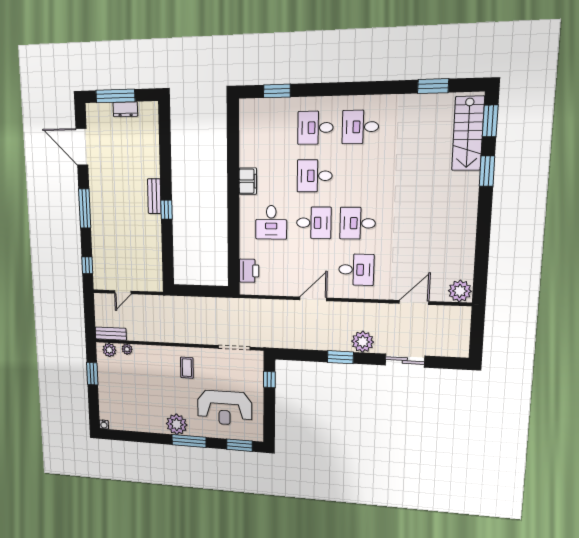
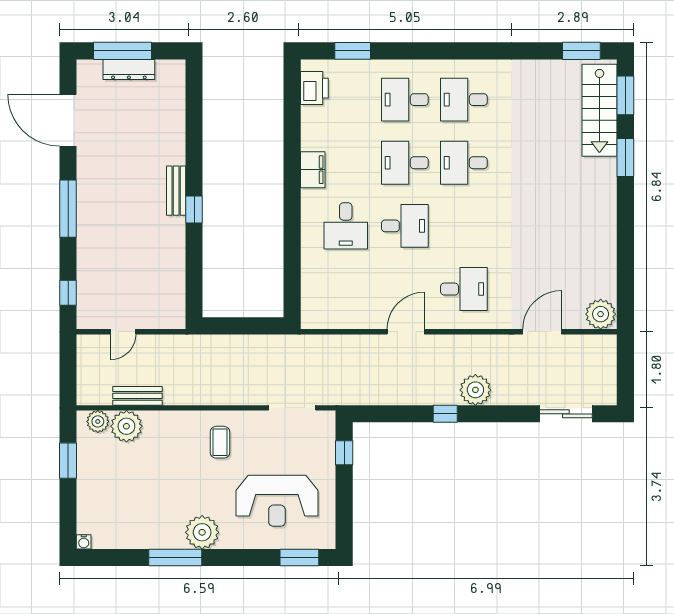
window: (433, 86) -> (581, 51), moved
dresser: (125, 109) -> (129, 70), width x1.44
desk: (358, 223) -> (464, 163), moved
printer: (249, 271) -> (314, 88), moved
bench: (111, 334) -> (137, 396), moved
plant: (127, 349) -> (126, 426), width x1.88, depth x1.88
window: (340, 357) -> (445, 414), width x0.67
sliding door: (405, 361) -> (566, 414), moved
window: (189, 441) -> (175, 558), moved

